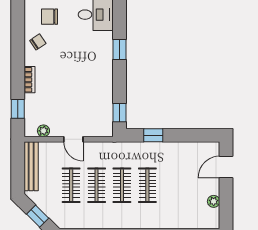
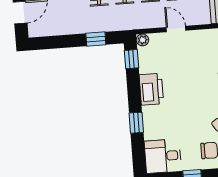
printer: (102, 81) -> (151, 89), added
plant: (43, 131) -> (143, 40), moved

